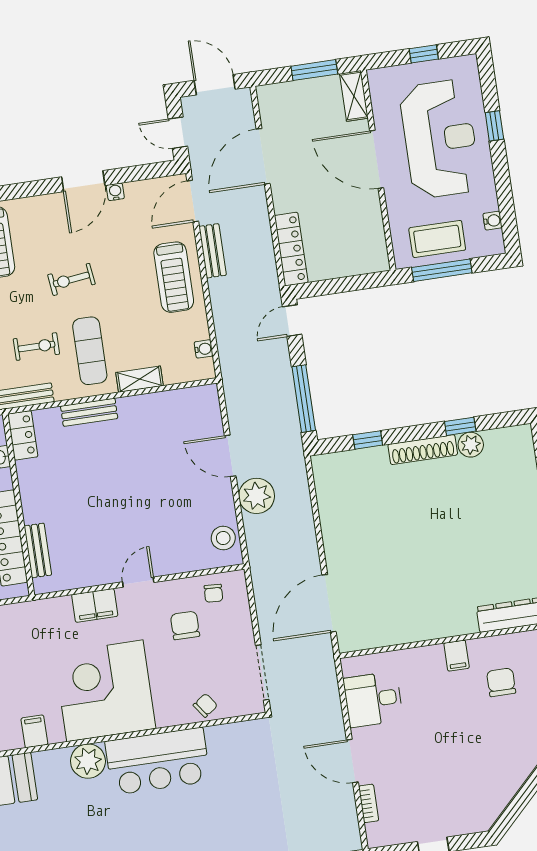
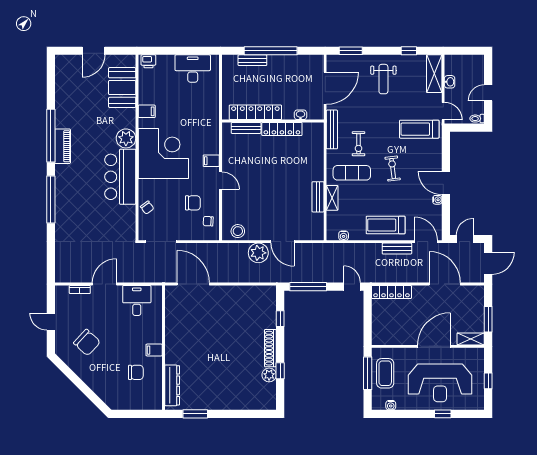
bench: (89, 412) -> (318, 197), moved
locker: (23, 435) -> (282, 129), moved, width x1.53
door: (230, 456) -> (283, 242), swing flipped
filing cabinet: (95, 605) -> (211, 161), width x0.50
chair: (461, 777) -> (87, 342), added

